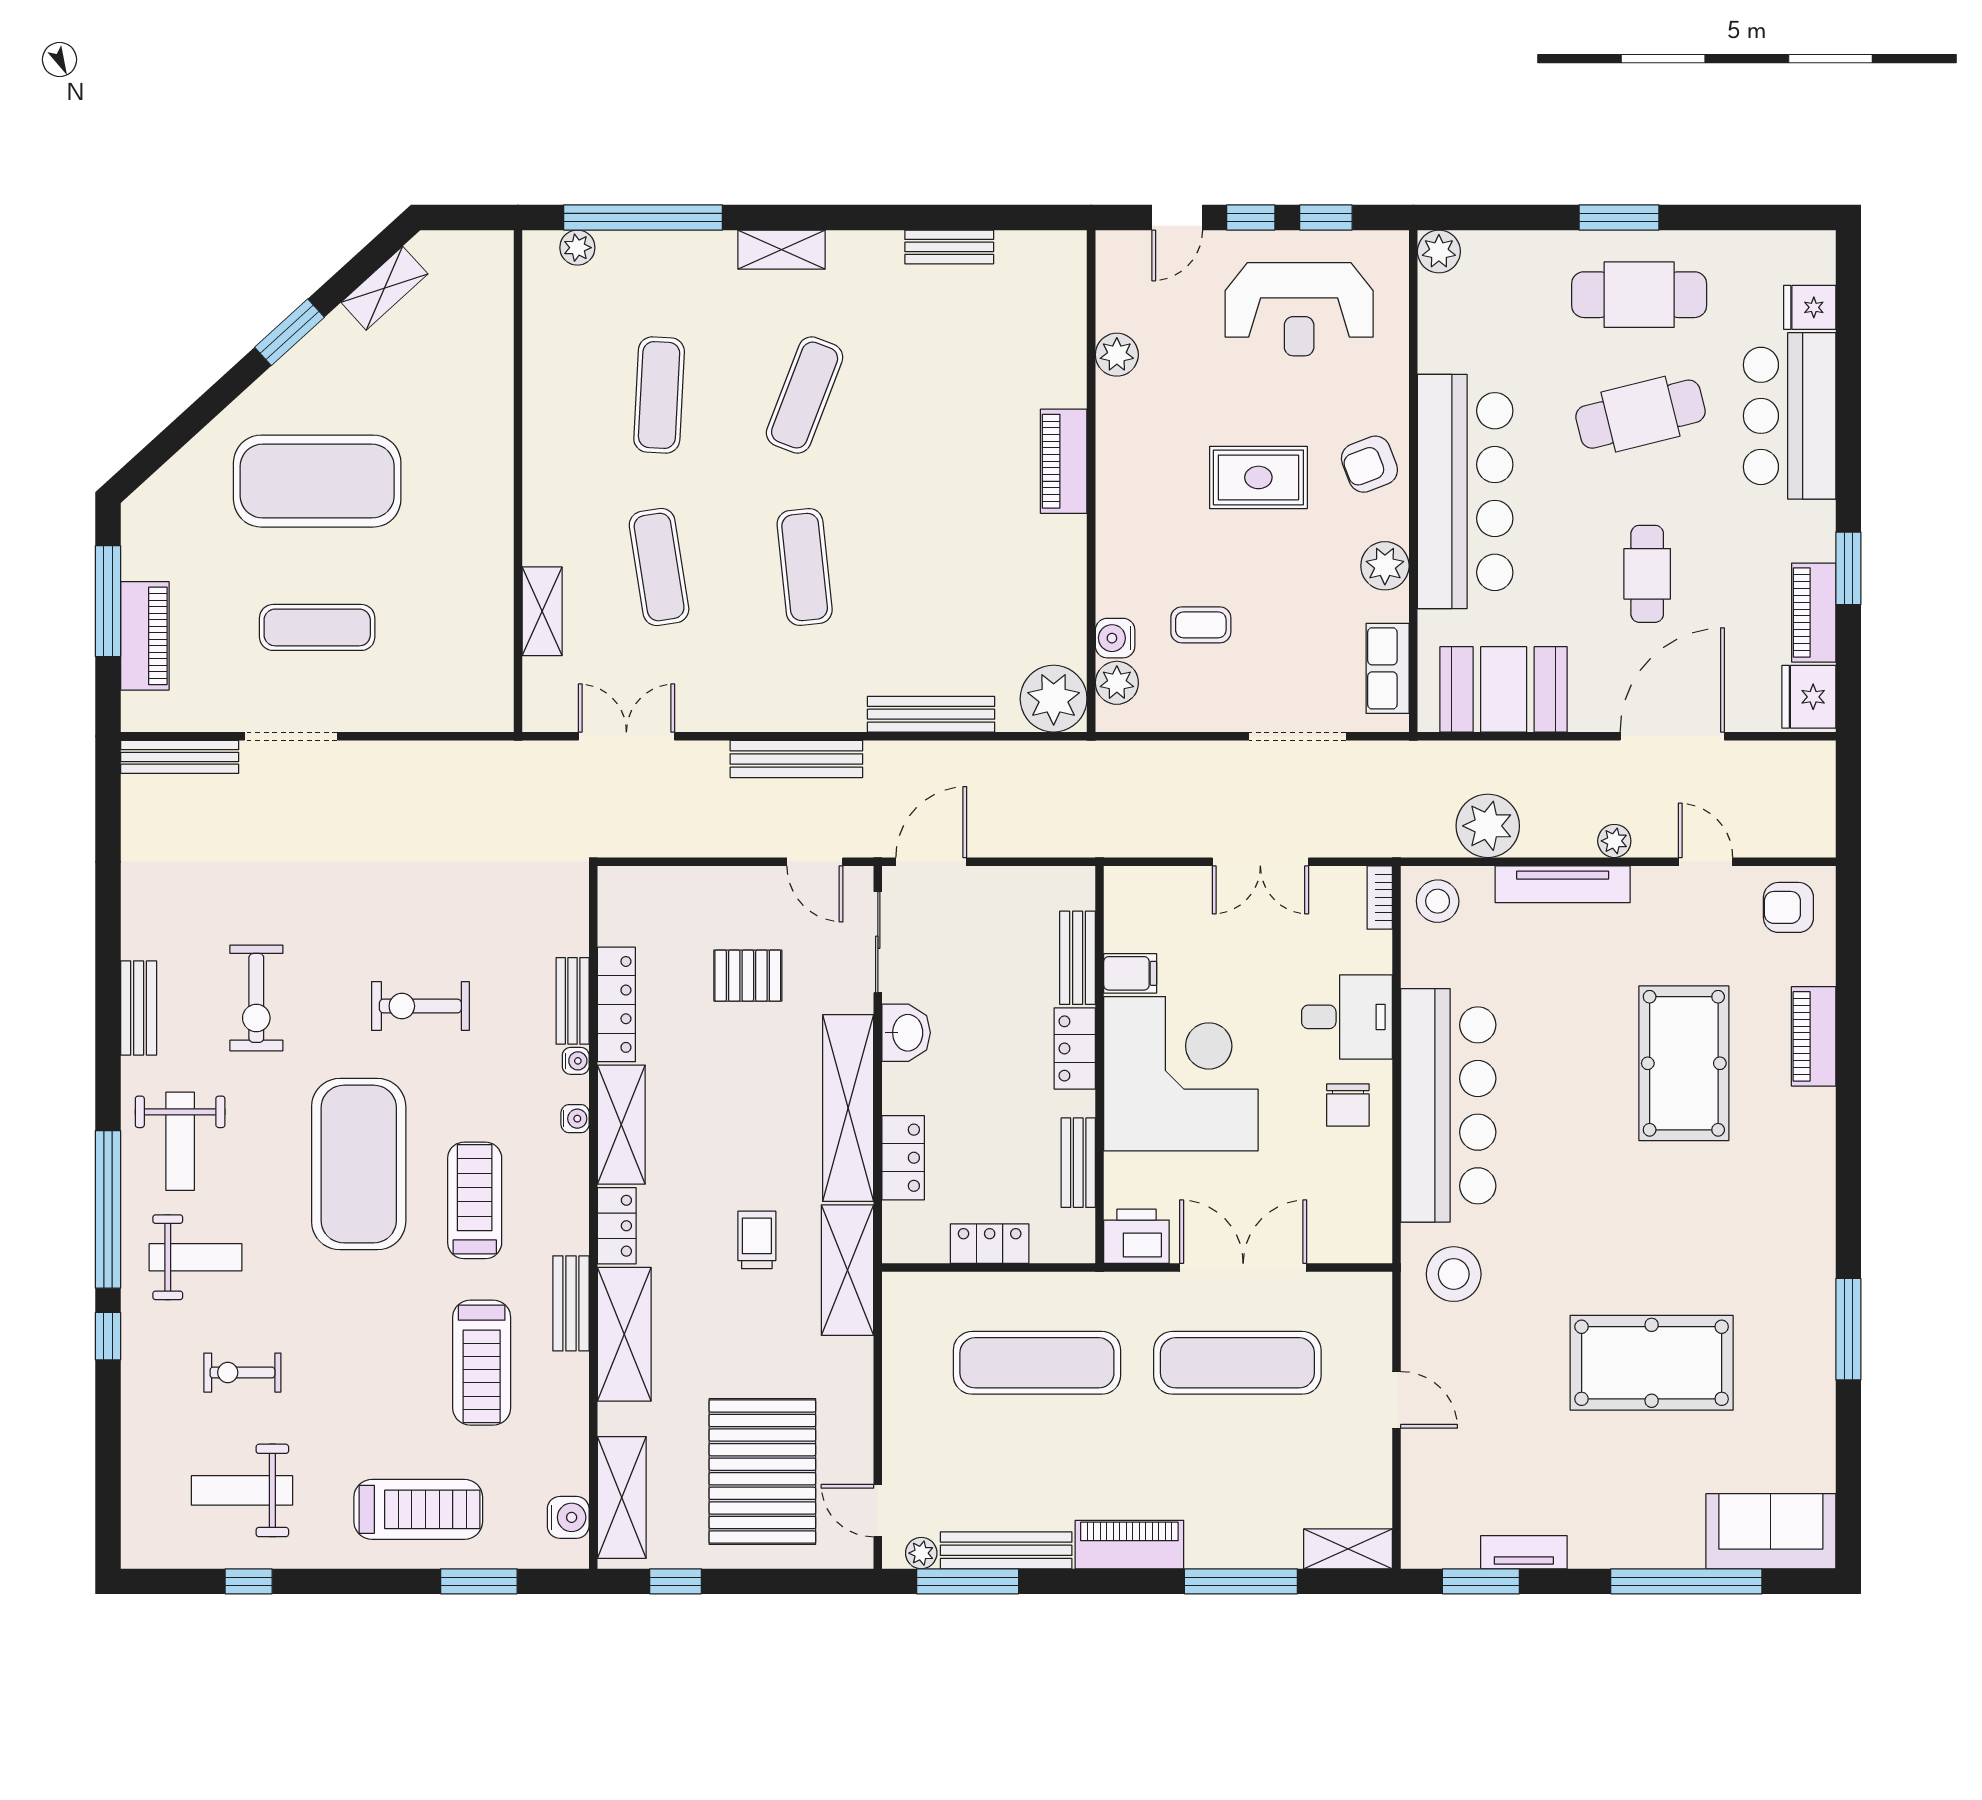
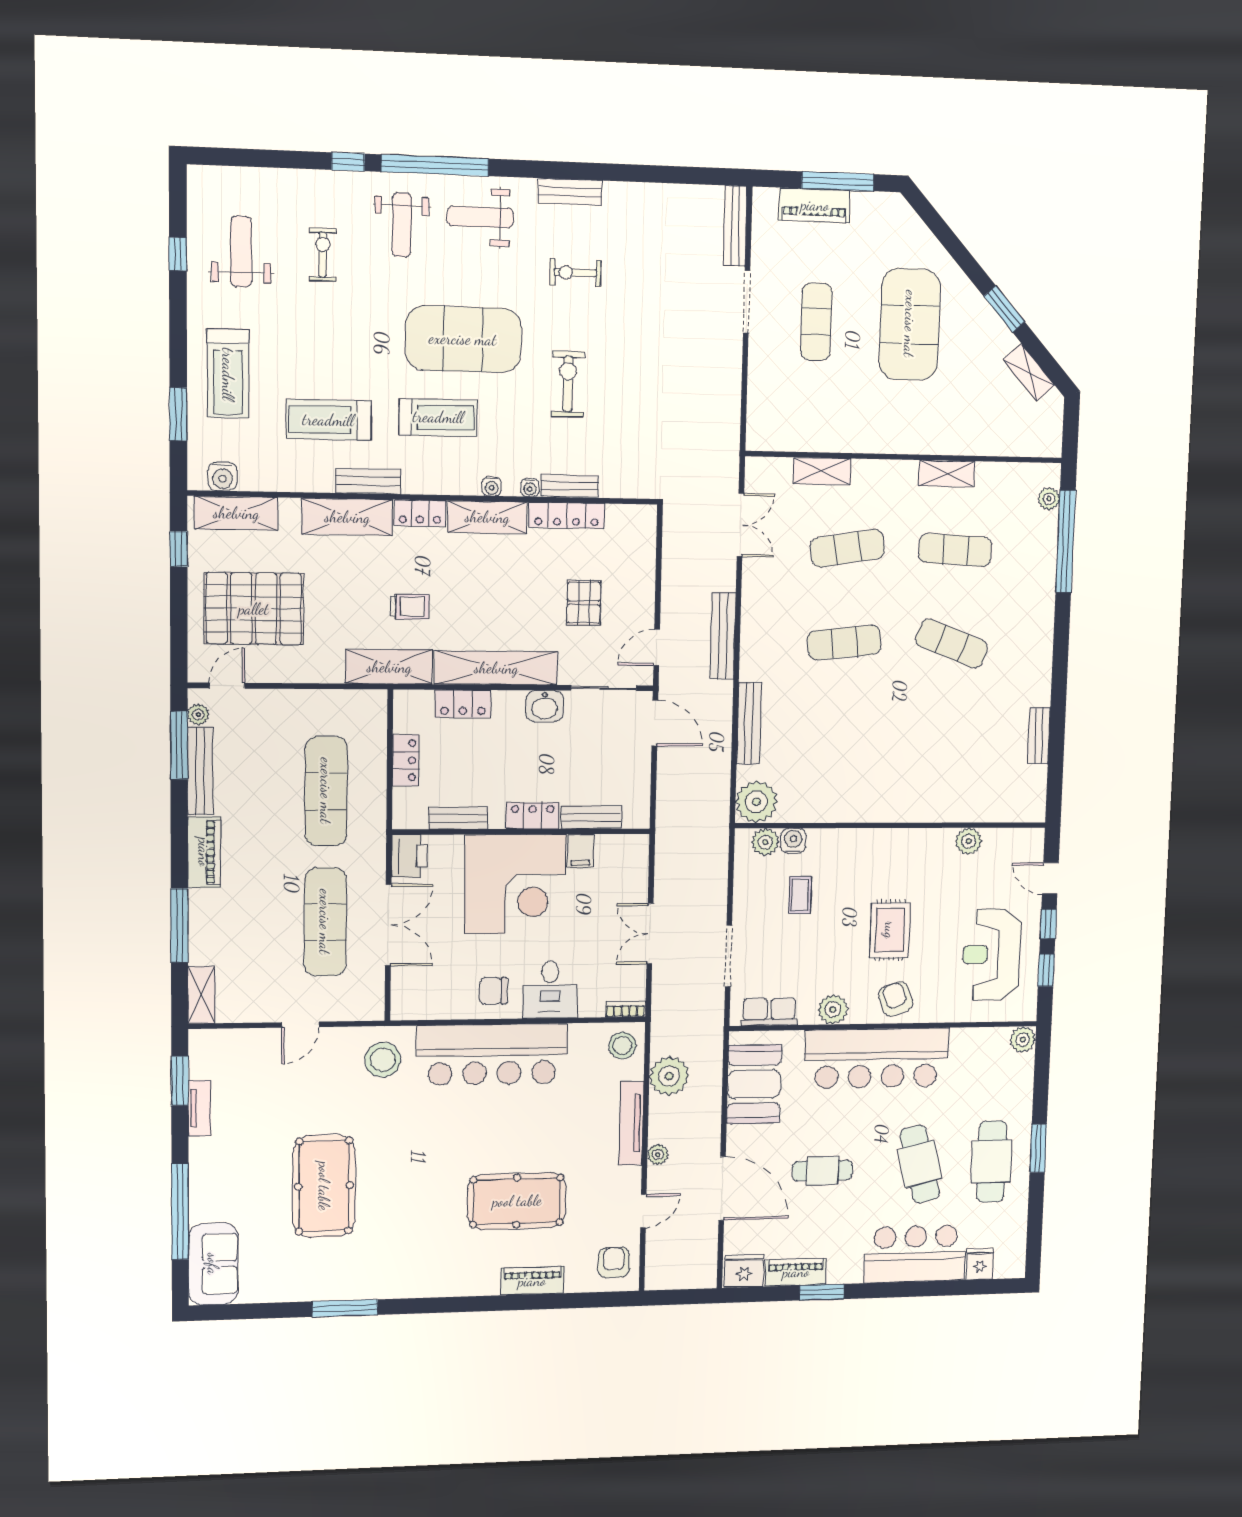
shelving: (782, 250) -> (947, 473), moved, turned 90
piano: (1064, 461) -> (904, 808), removed
exercise bike: (256, 998) -> (575, 273), width x0.73, depth x0.72

